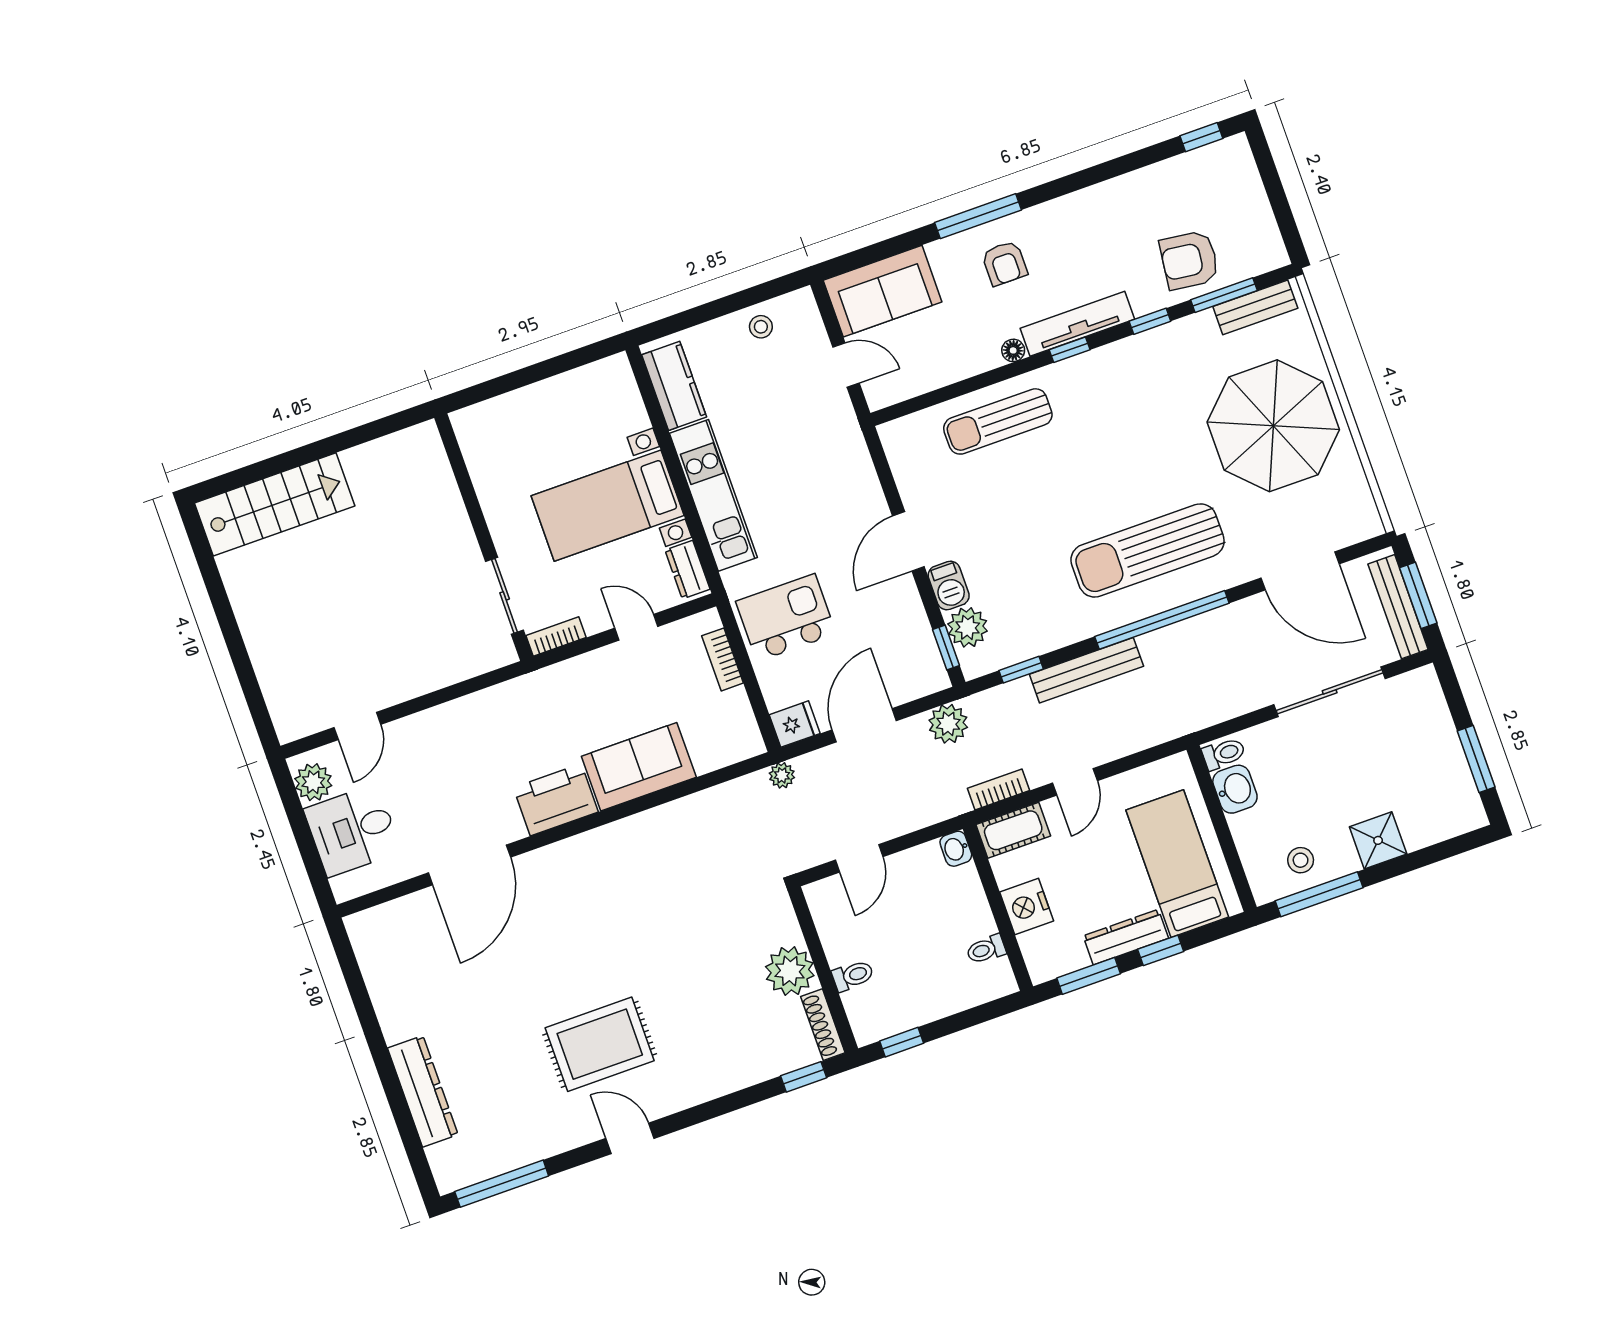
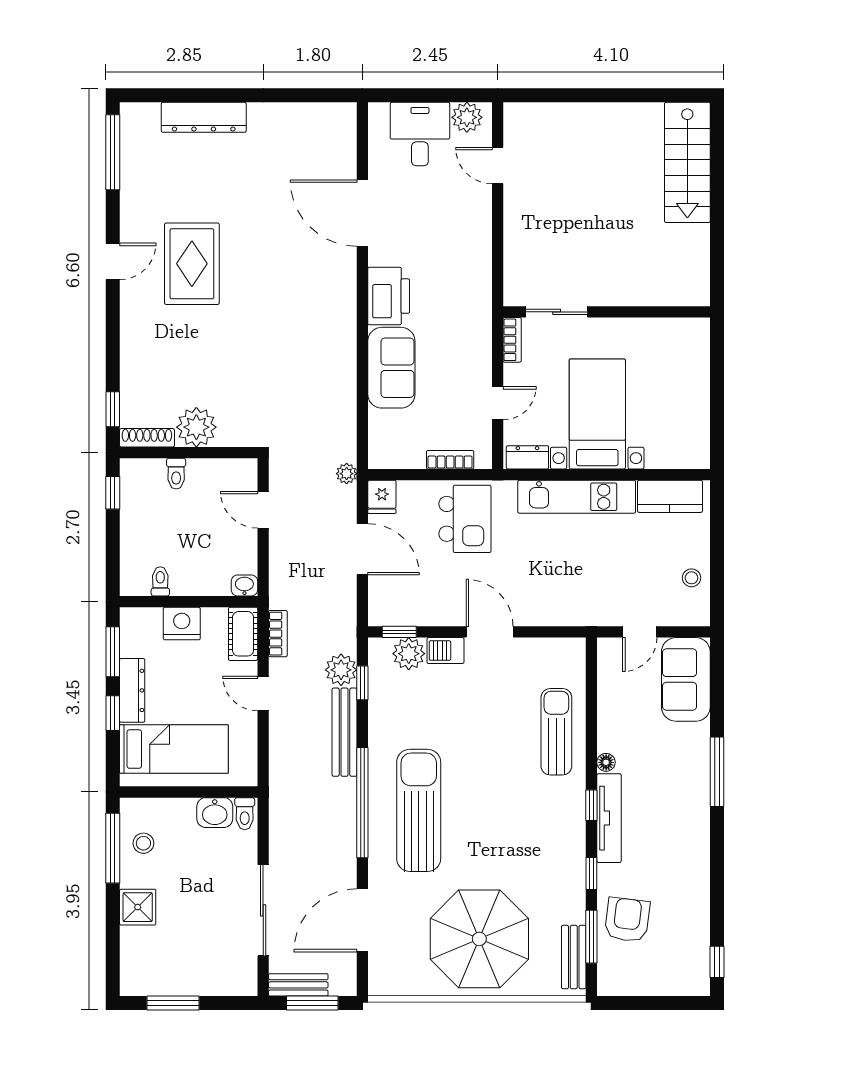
armchair: (1004, 263) -> (674, 779), removed
bench: (1398, 607) -> (298, 985), width x0.73
plant: (948, 724) -> (341, 670), moved

